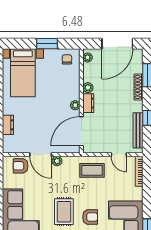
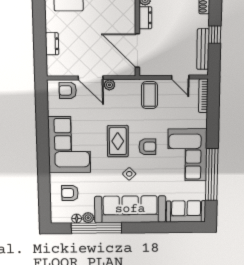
plant: (75, 105) -> (130, 20), removed
door: (81, 131) -> (137, 51), hinge flipped
coffee table: (92, 170) -> (149, 95), turned 90

